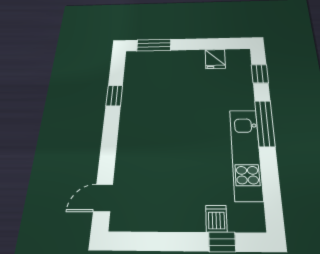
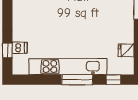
kitchen unit: (246, 154) -> (68, 67), width x1.36

